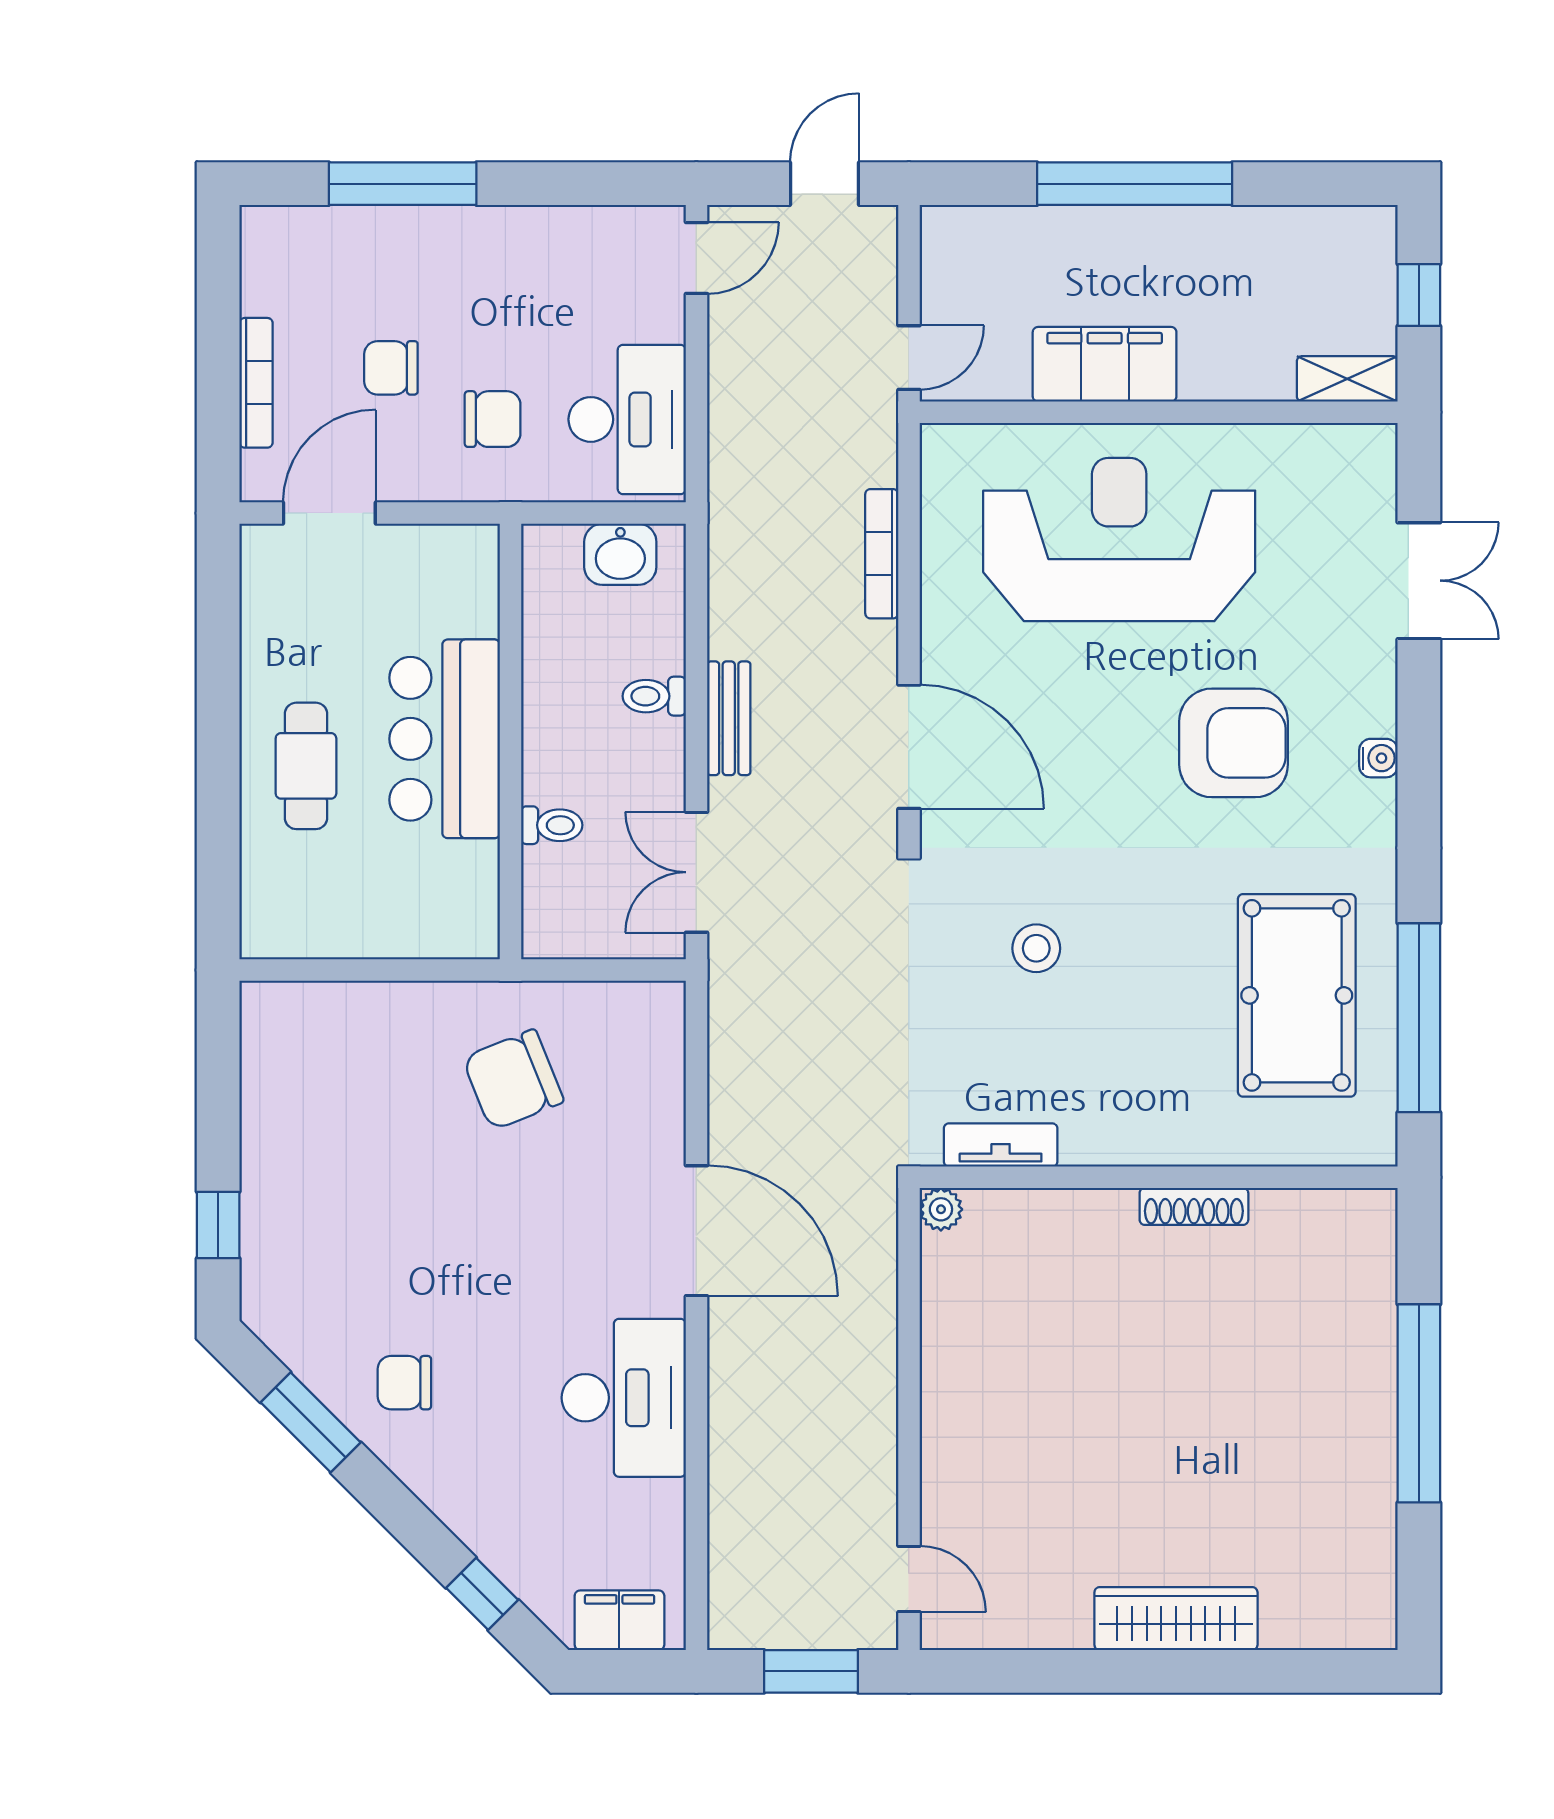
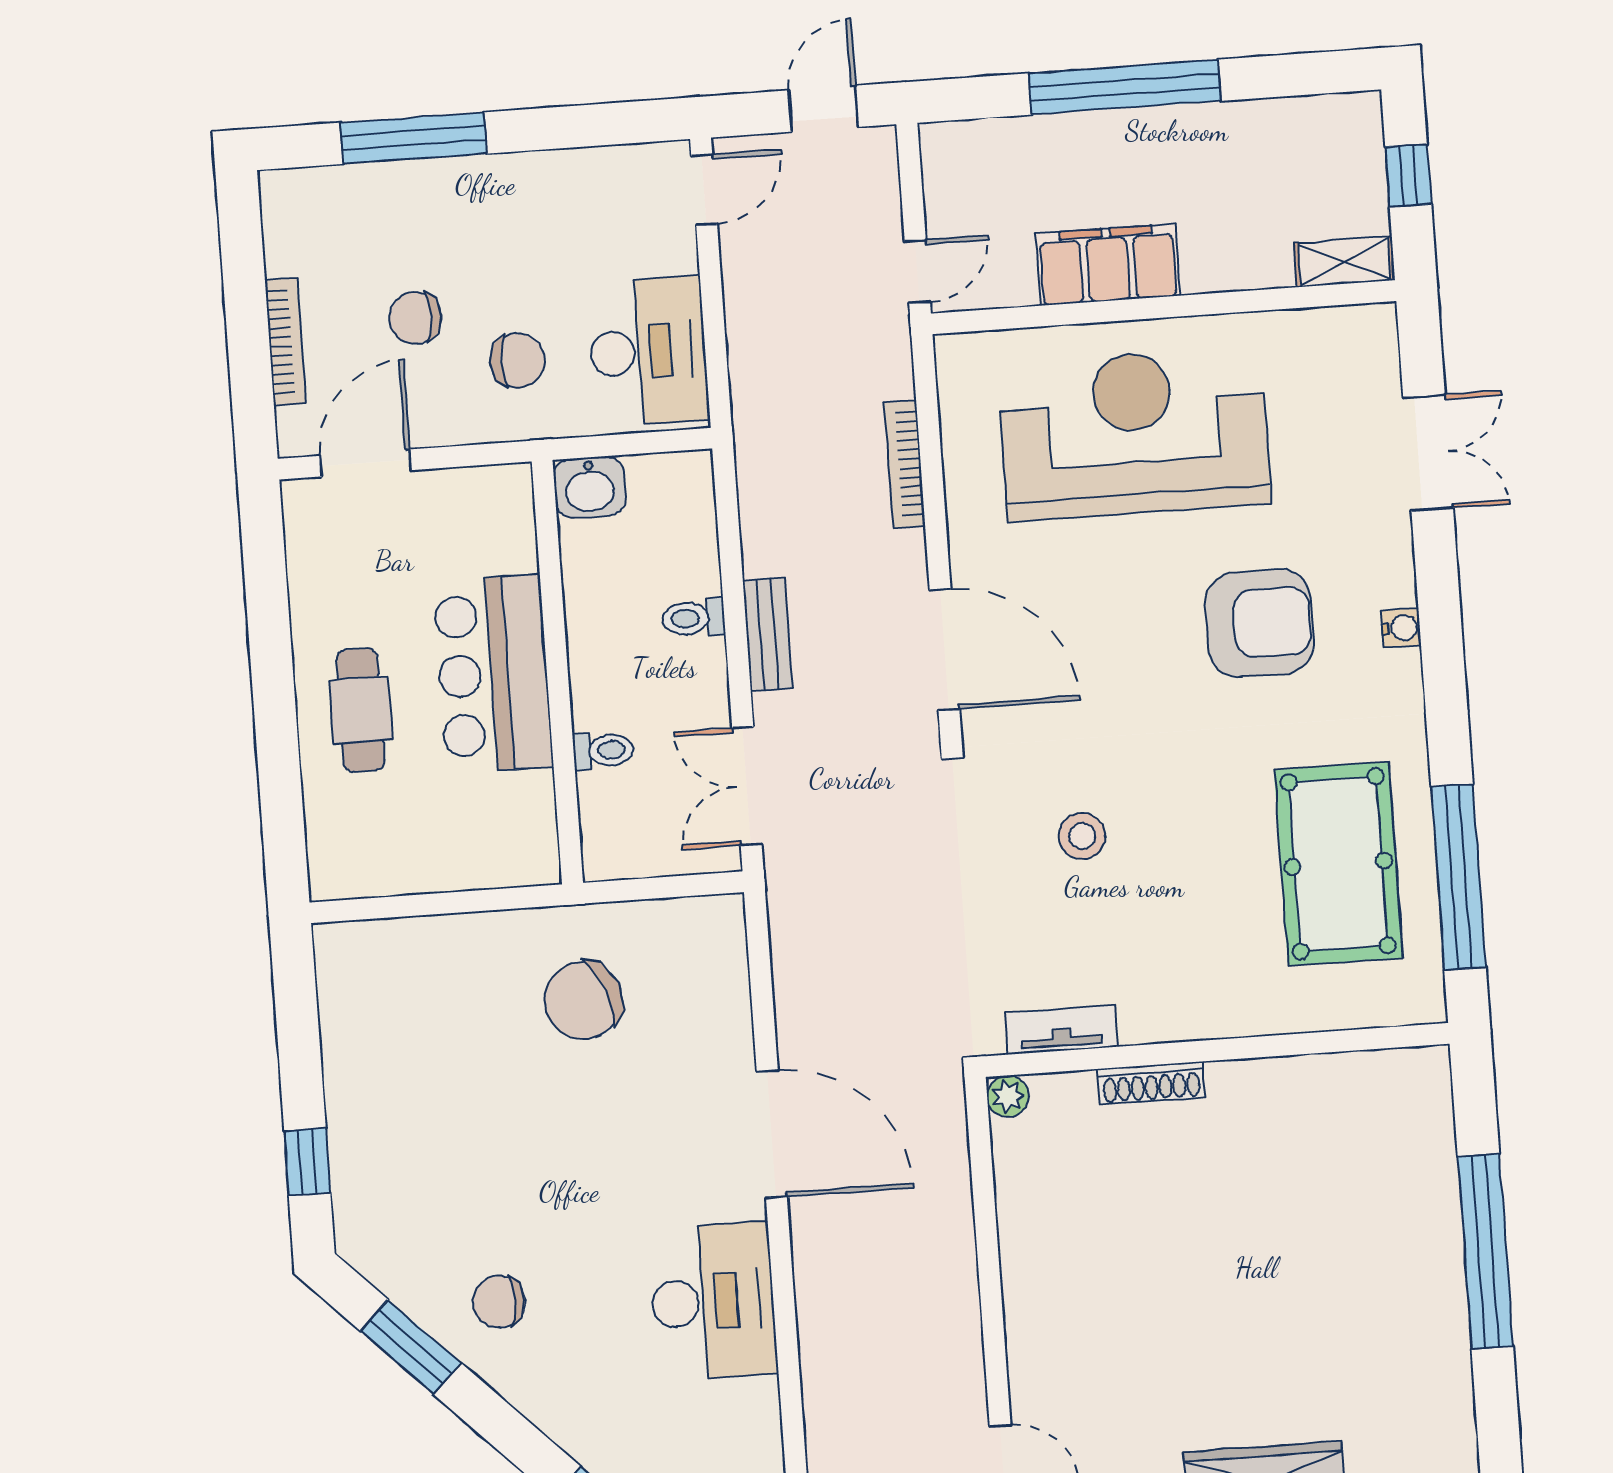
washbasin: (620, 554) -> (590, 487), moved
shoe rack: (1194, 1206) -> (1151, 1083), moved

